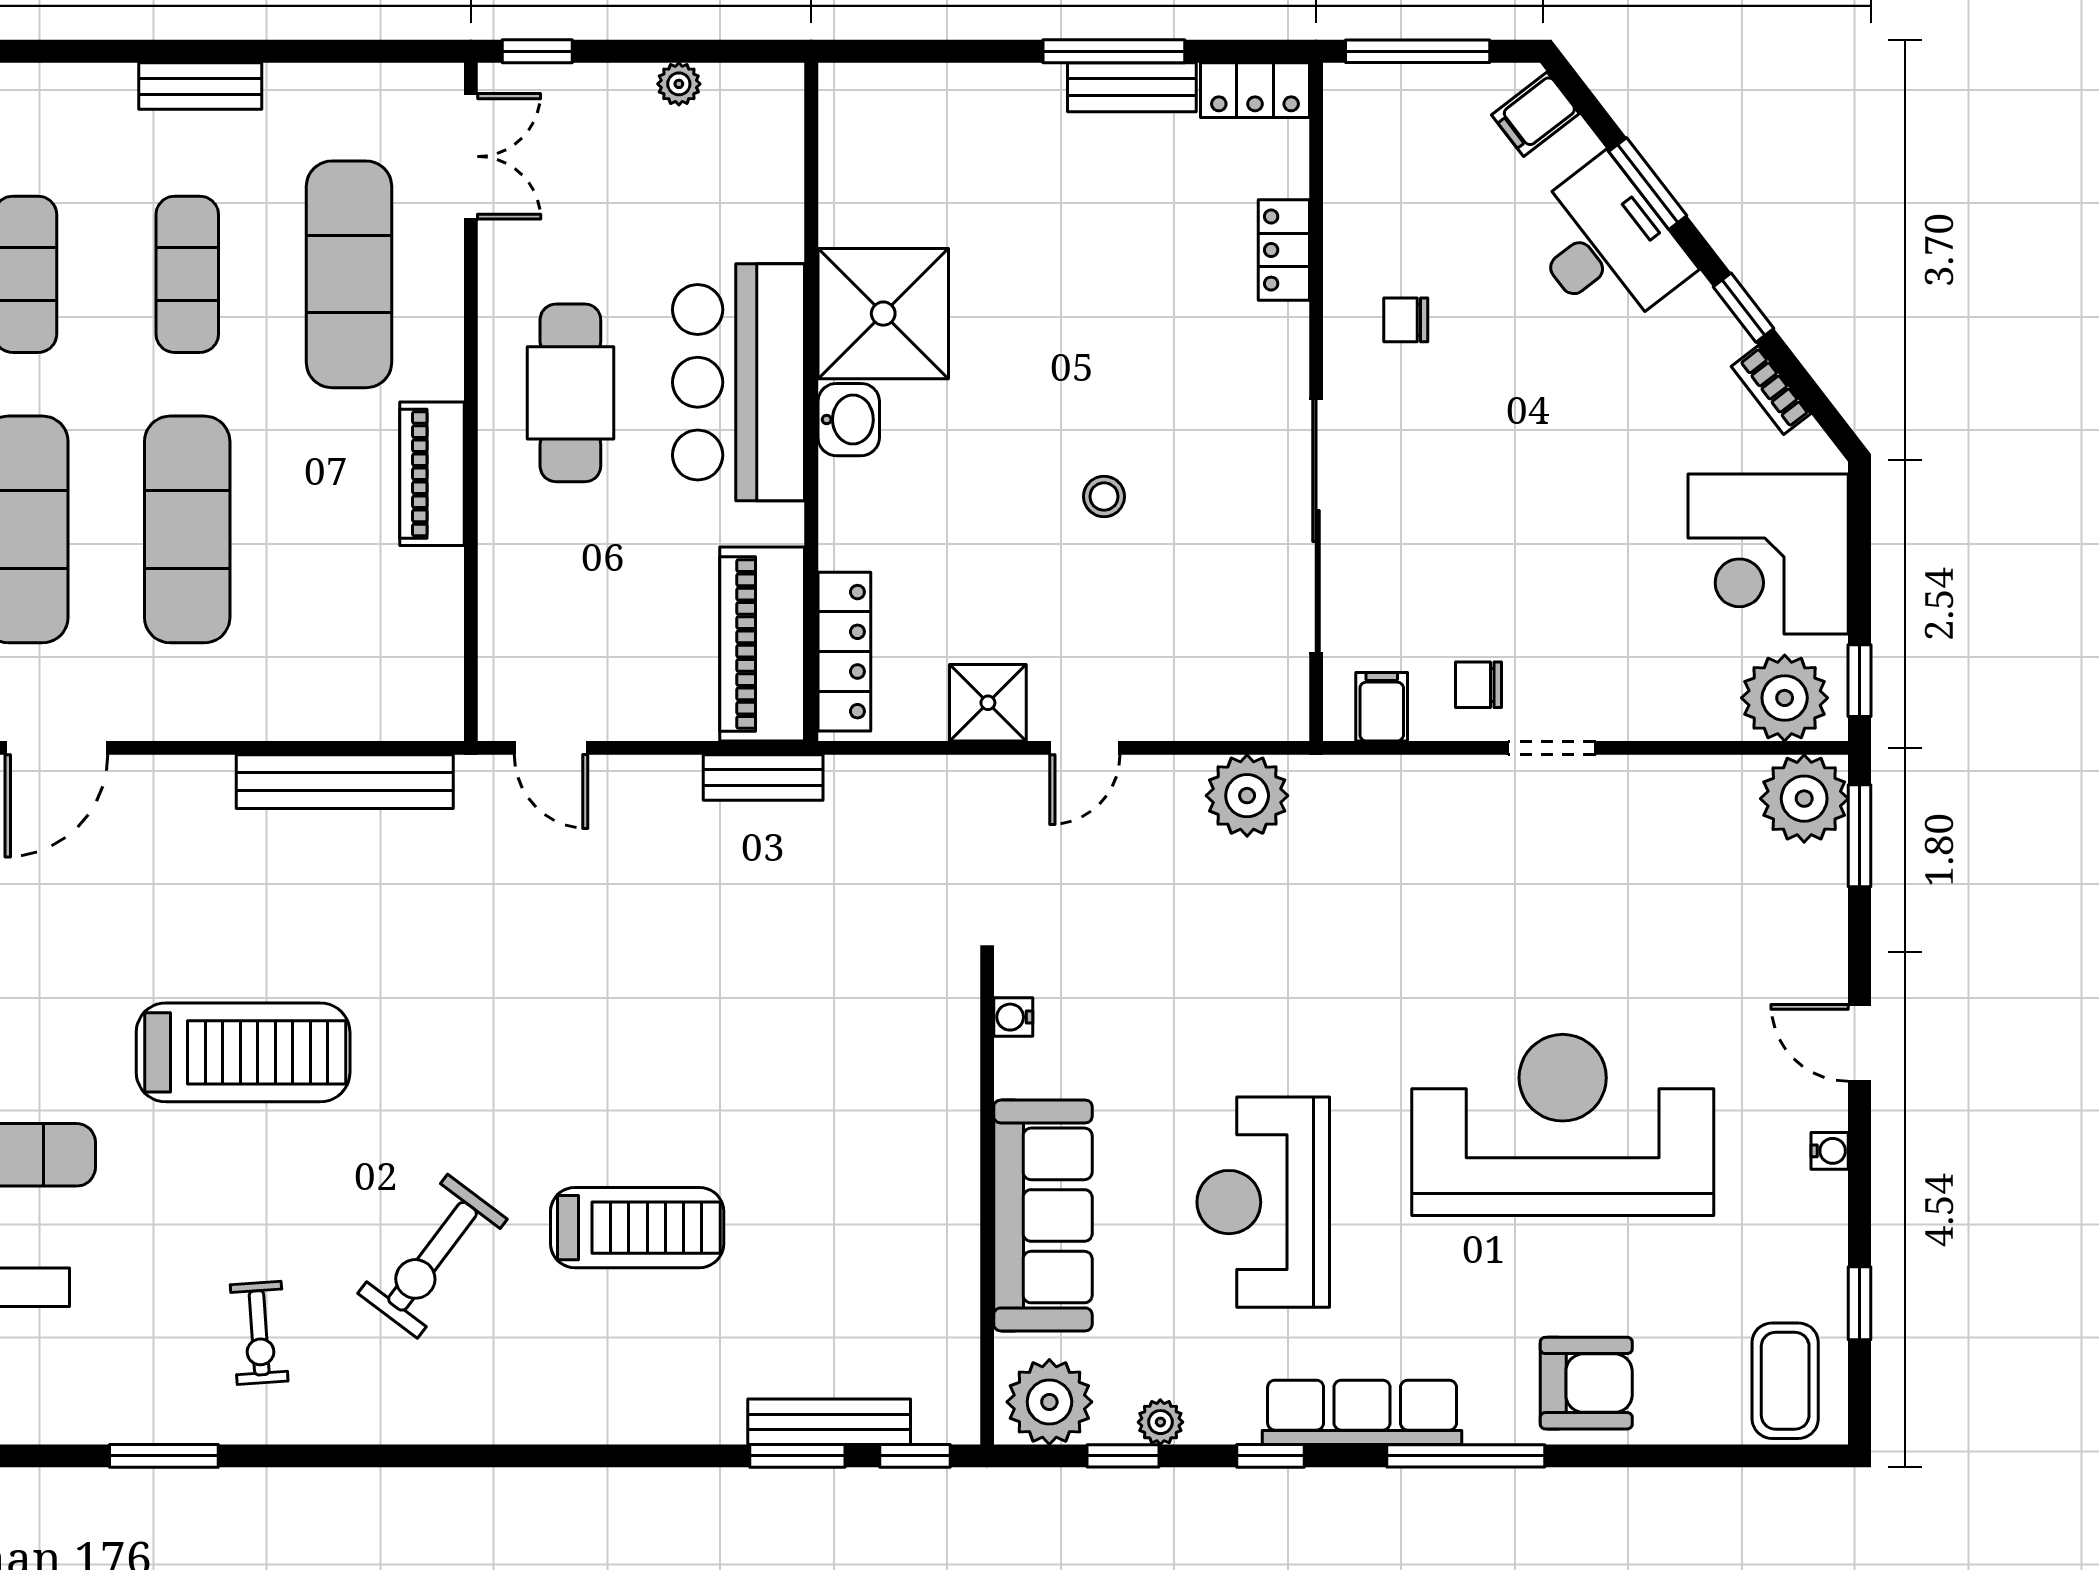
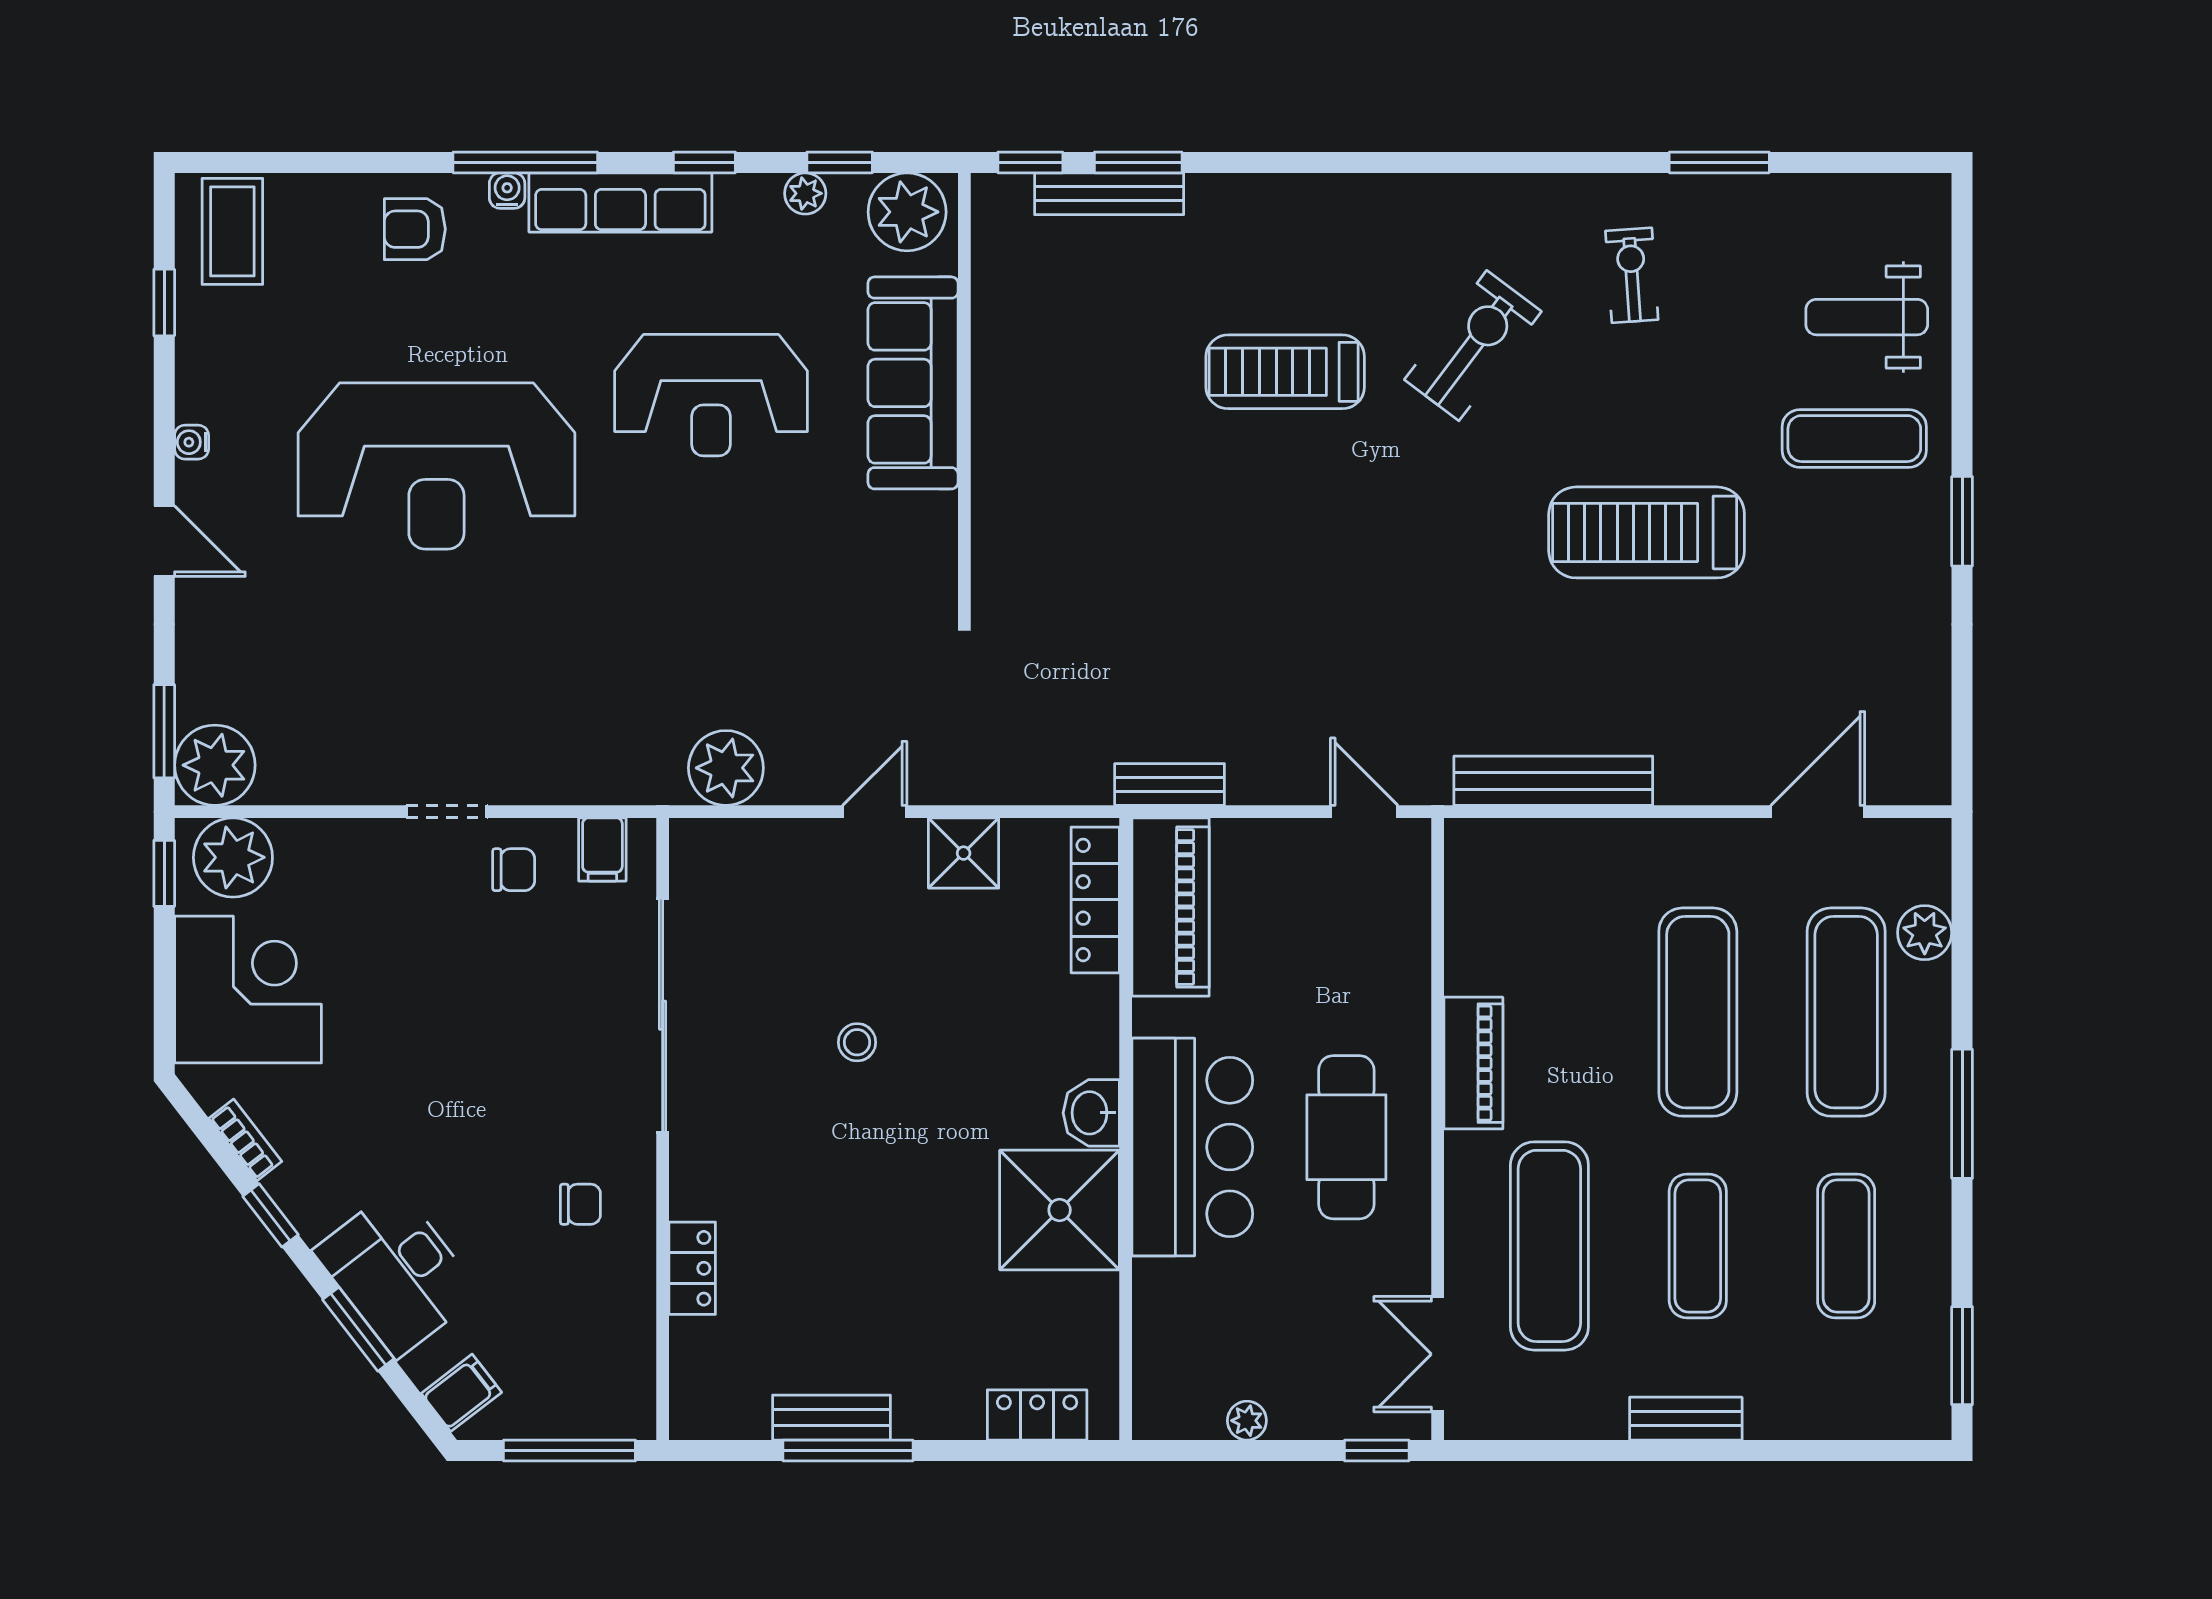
locker: (1255, 90) -> (1037, 1415), moved
water cooler: (1013, 1017) -> (507, 191), moved, turned -90
reception desk: (1263, 1202) -> (711, 395), turned 90
armchair: (1586, 1383) -> (415, 229), width x0.72, depth x0.72

